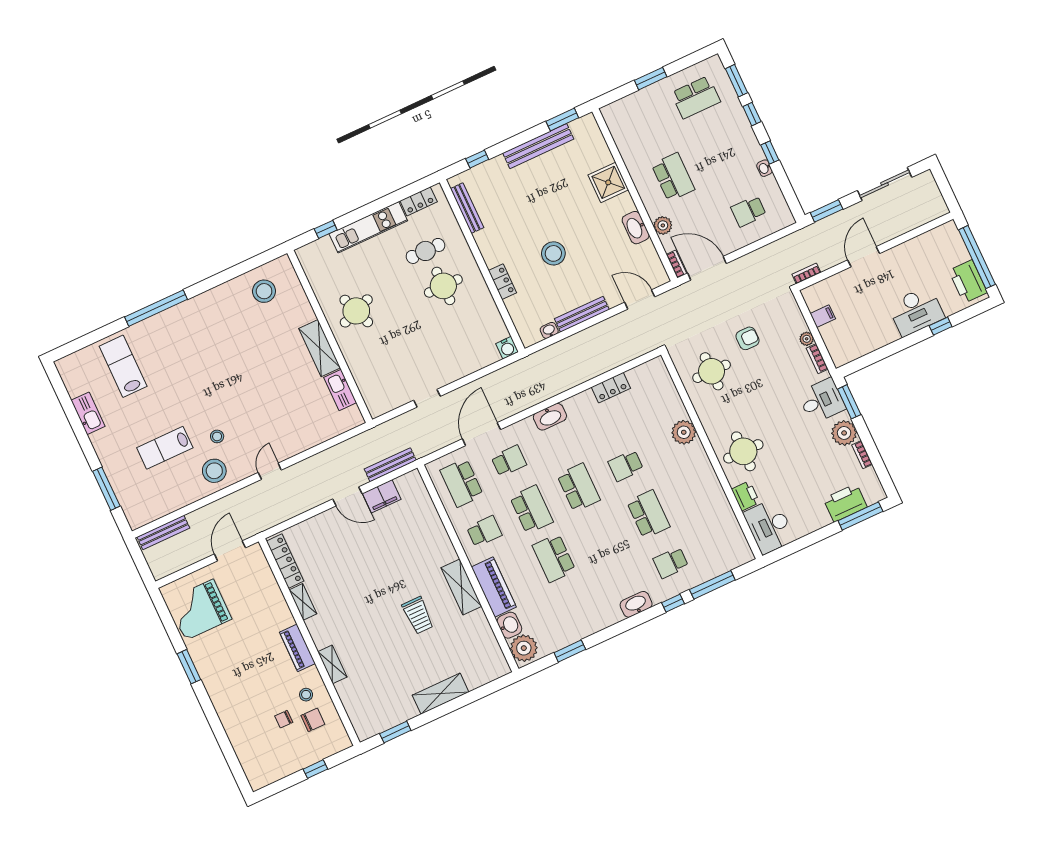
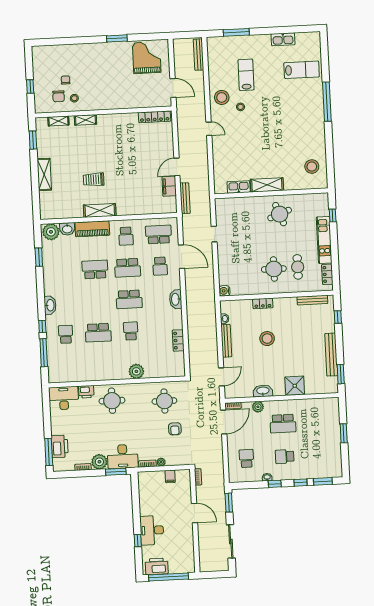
school desk: (696, 97) -> (285, 457), moved, width x0.54
desk: (822, 401) -> (123, 456), width x1.37
shelving: (303, 602) -> (58, 121), moved
piano: (297, 648) -> (103, 104), removed

